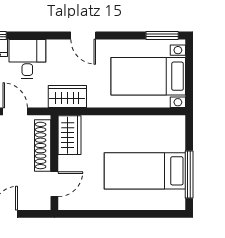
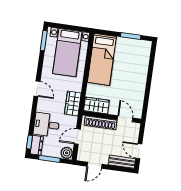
door: (83, 35) -> (37, 89), hinge flipped
bed: (145, 171) -> (102, 59), moved
window: (189, 175) -> (131, 36), width x0.69

